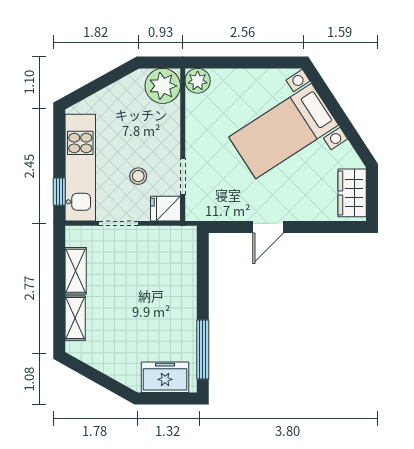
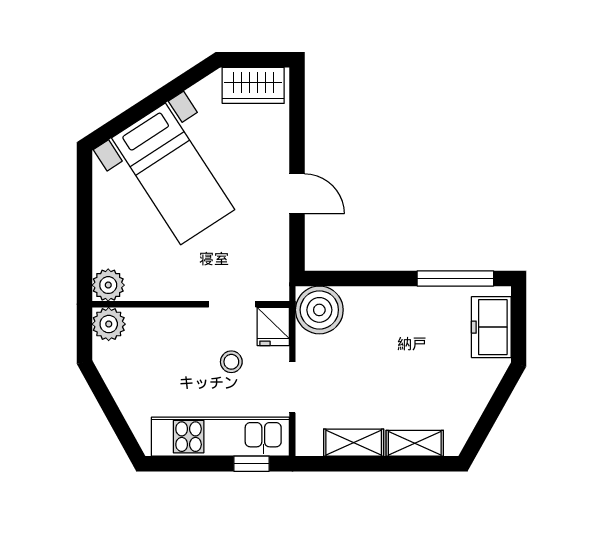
plant: (163, 86) -> (109, 324), width x0.73, depth x0.73
boiler: (178, 244) -> (319, 310), added

